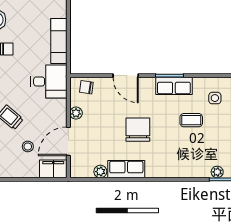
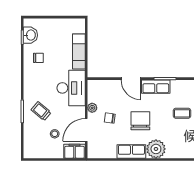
desk: (49, 81) -> (71, 88), width x1.37
row of seats: (174, 86) -> (156, 87), moved
chair: (86, 87) -> (110, 118), moved
plant: (100, 172) -> (156, 149), moved, width x1.87, depth x1.87

